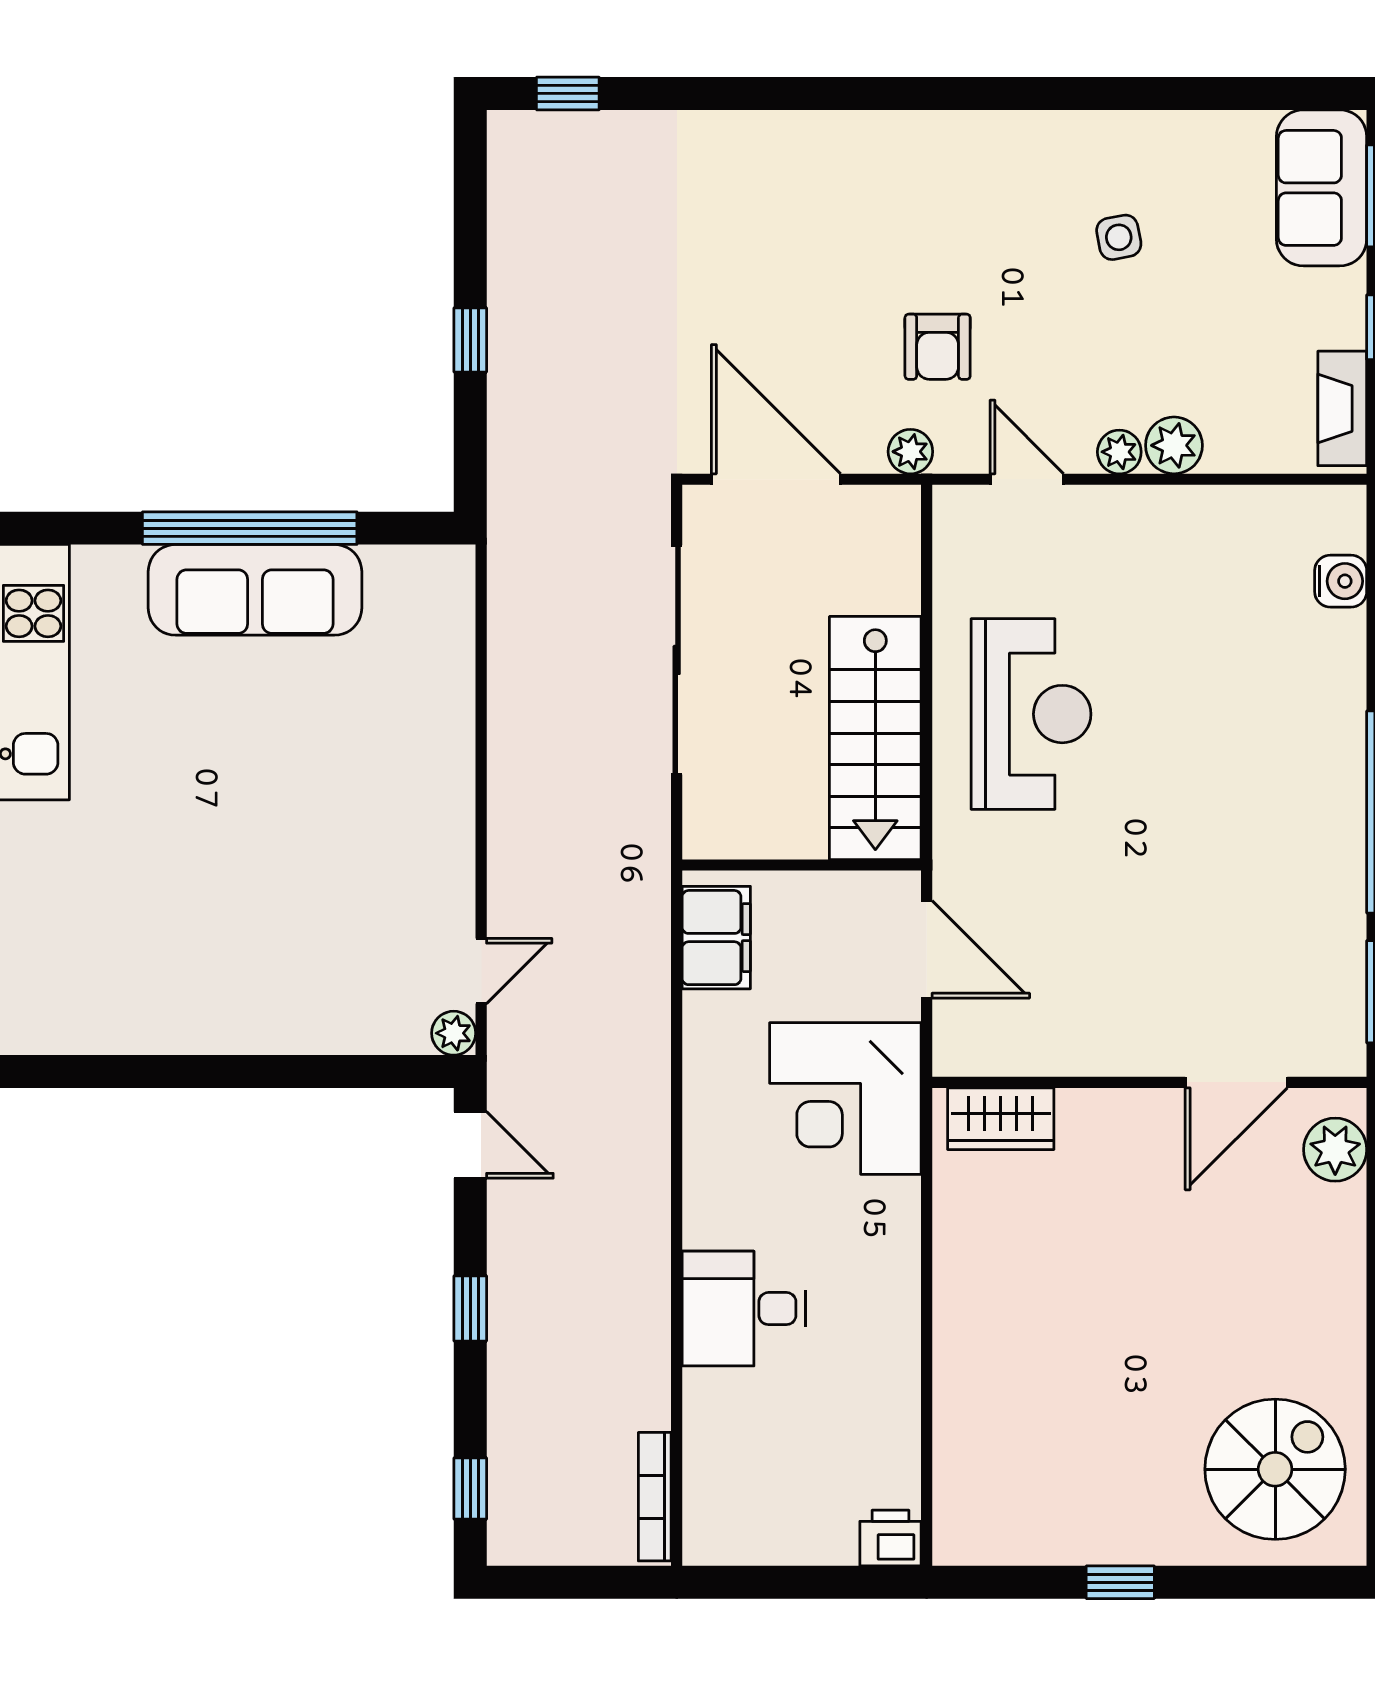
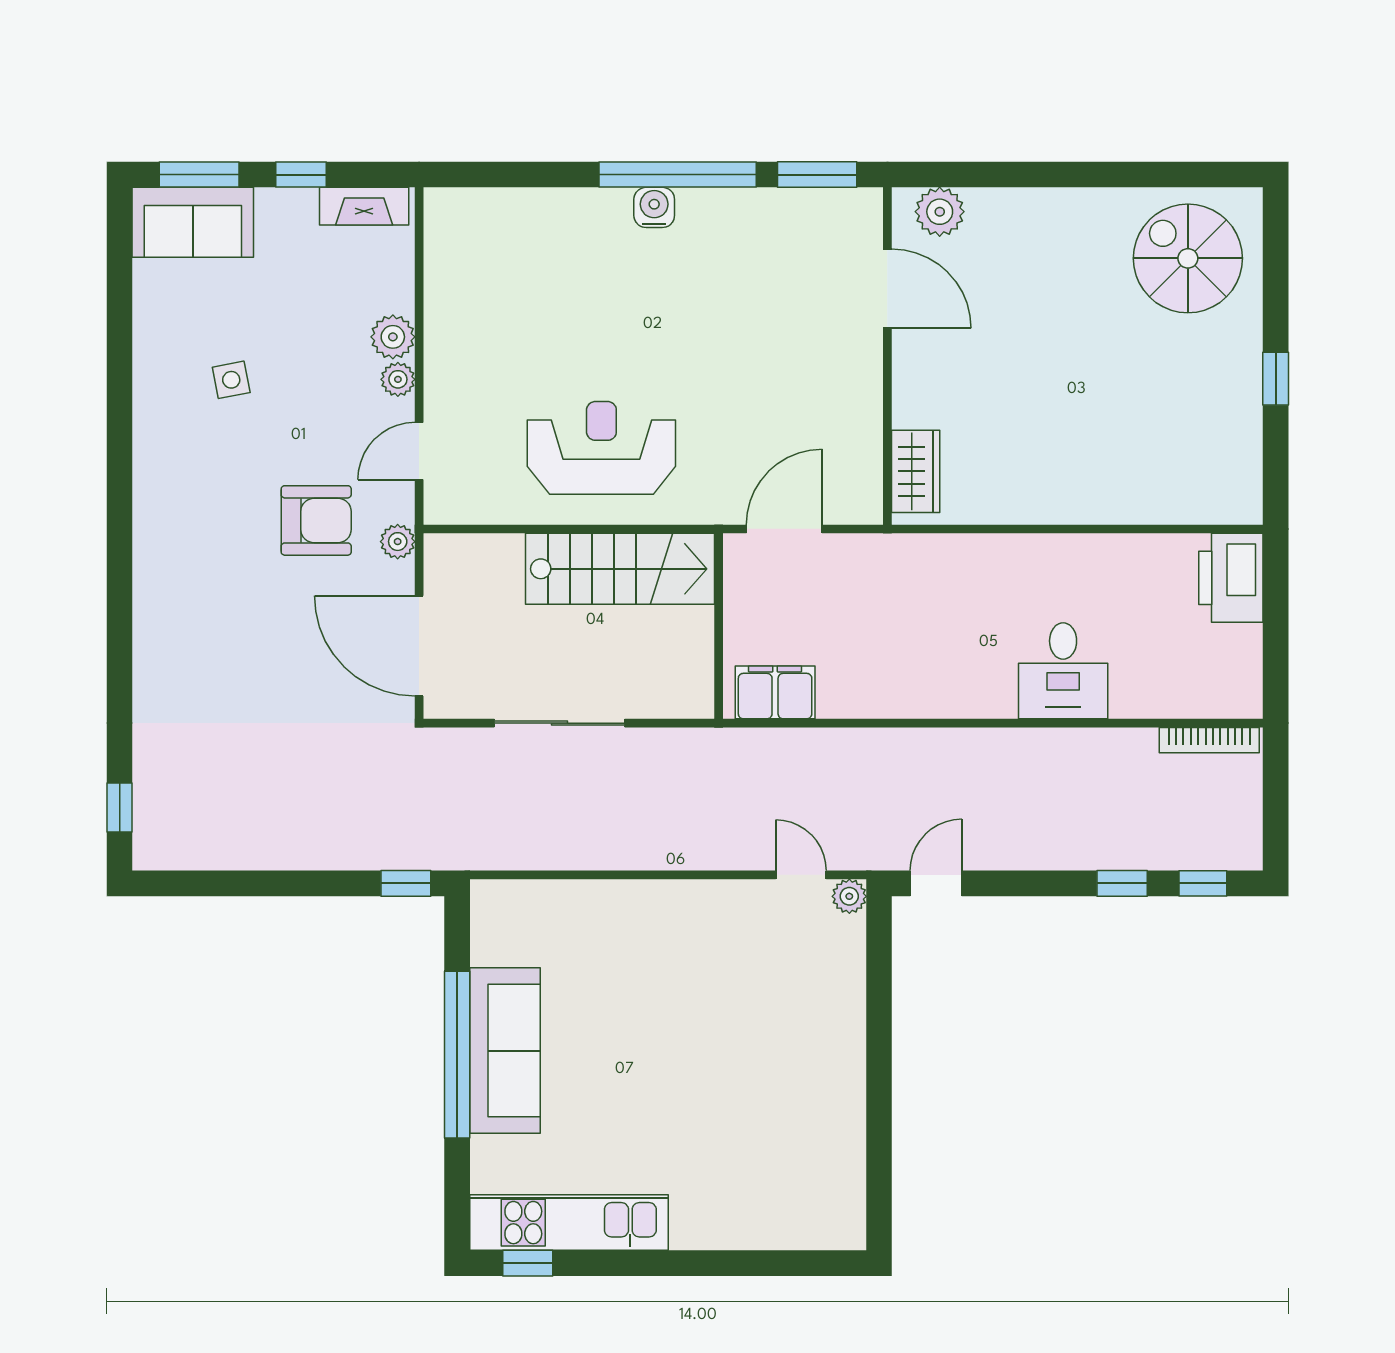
window: (470, 340) -> (406, 883), moved
armchair: (938, 347) -> (316, 520), width x1.38, depth x1.38
door: (776, 479) -> (419, 646), hinge flipped
water cooler: (1341, 581) -> (654, 207), moved
sliding door: (677, 660) -> (559, 723), width x0.73
corner desk: (845, 1098) -> (900, 592), removed
window: (470, 1308) -> (1122, 883), moved
printer: (891, 1538) -> (1231, 578), width x1.87, depth x1.48

